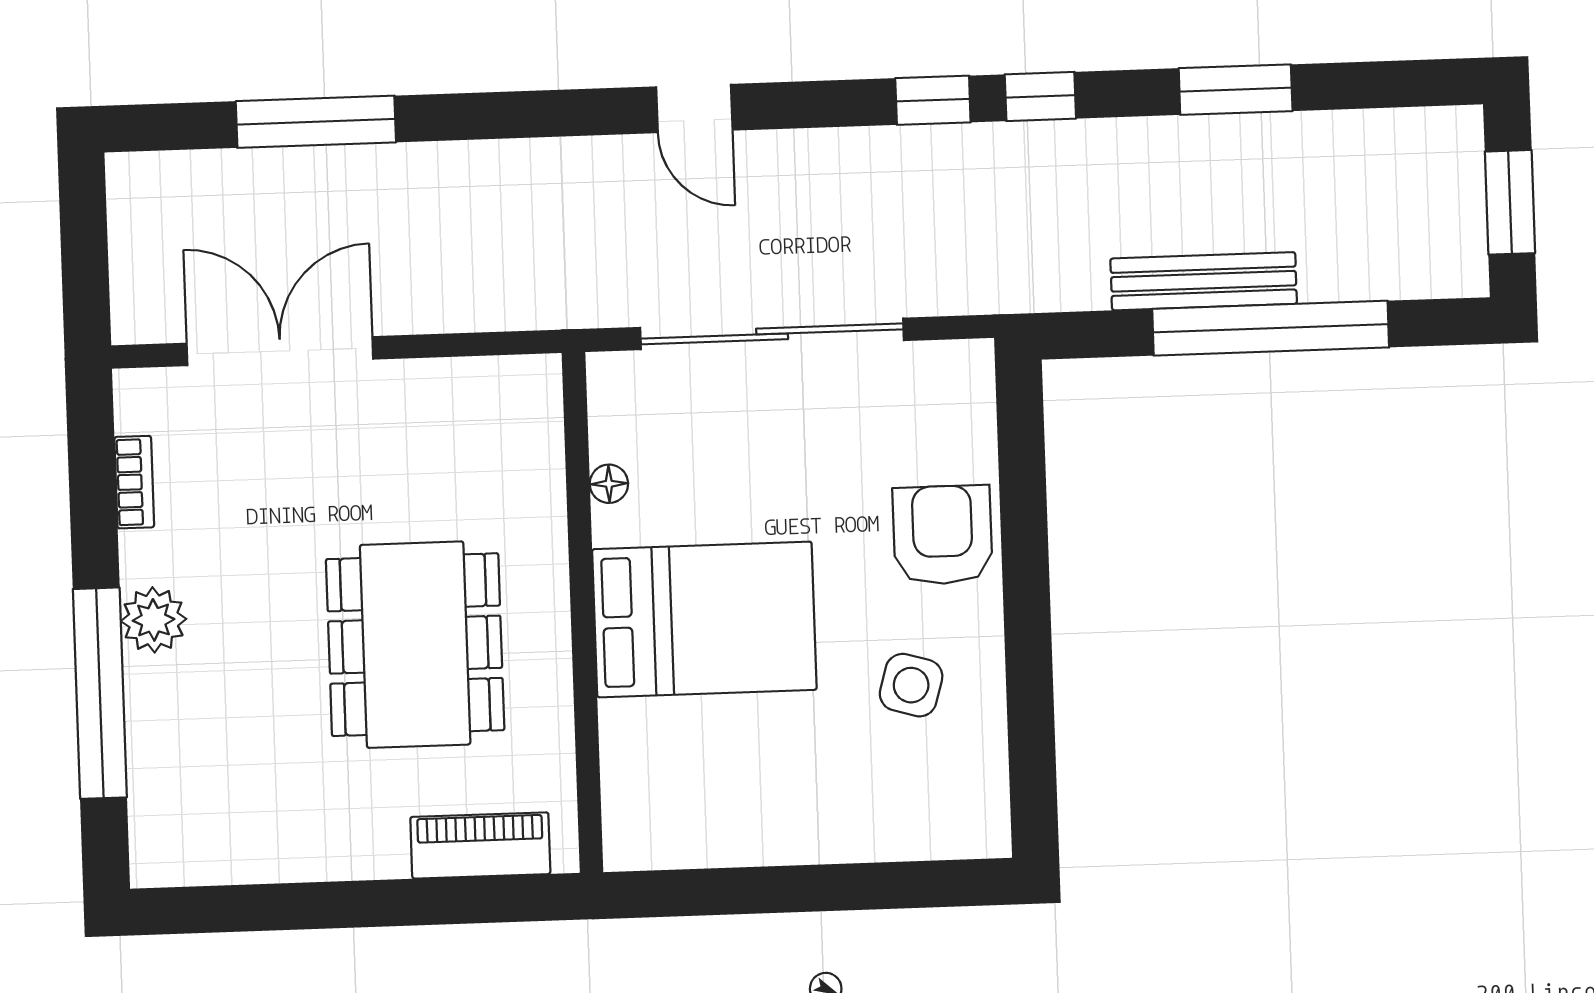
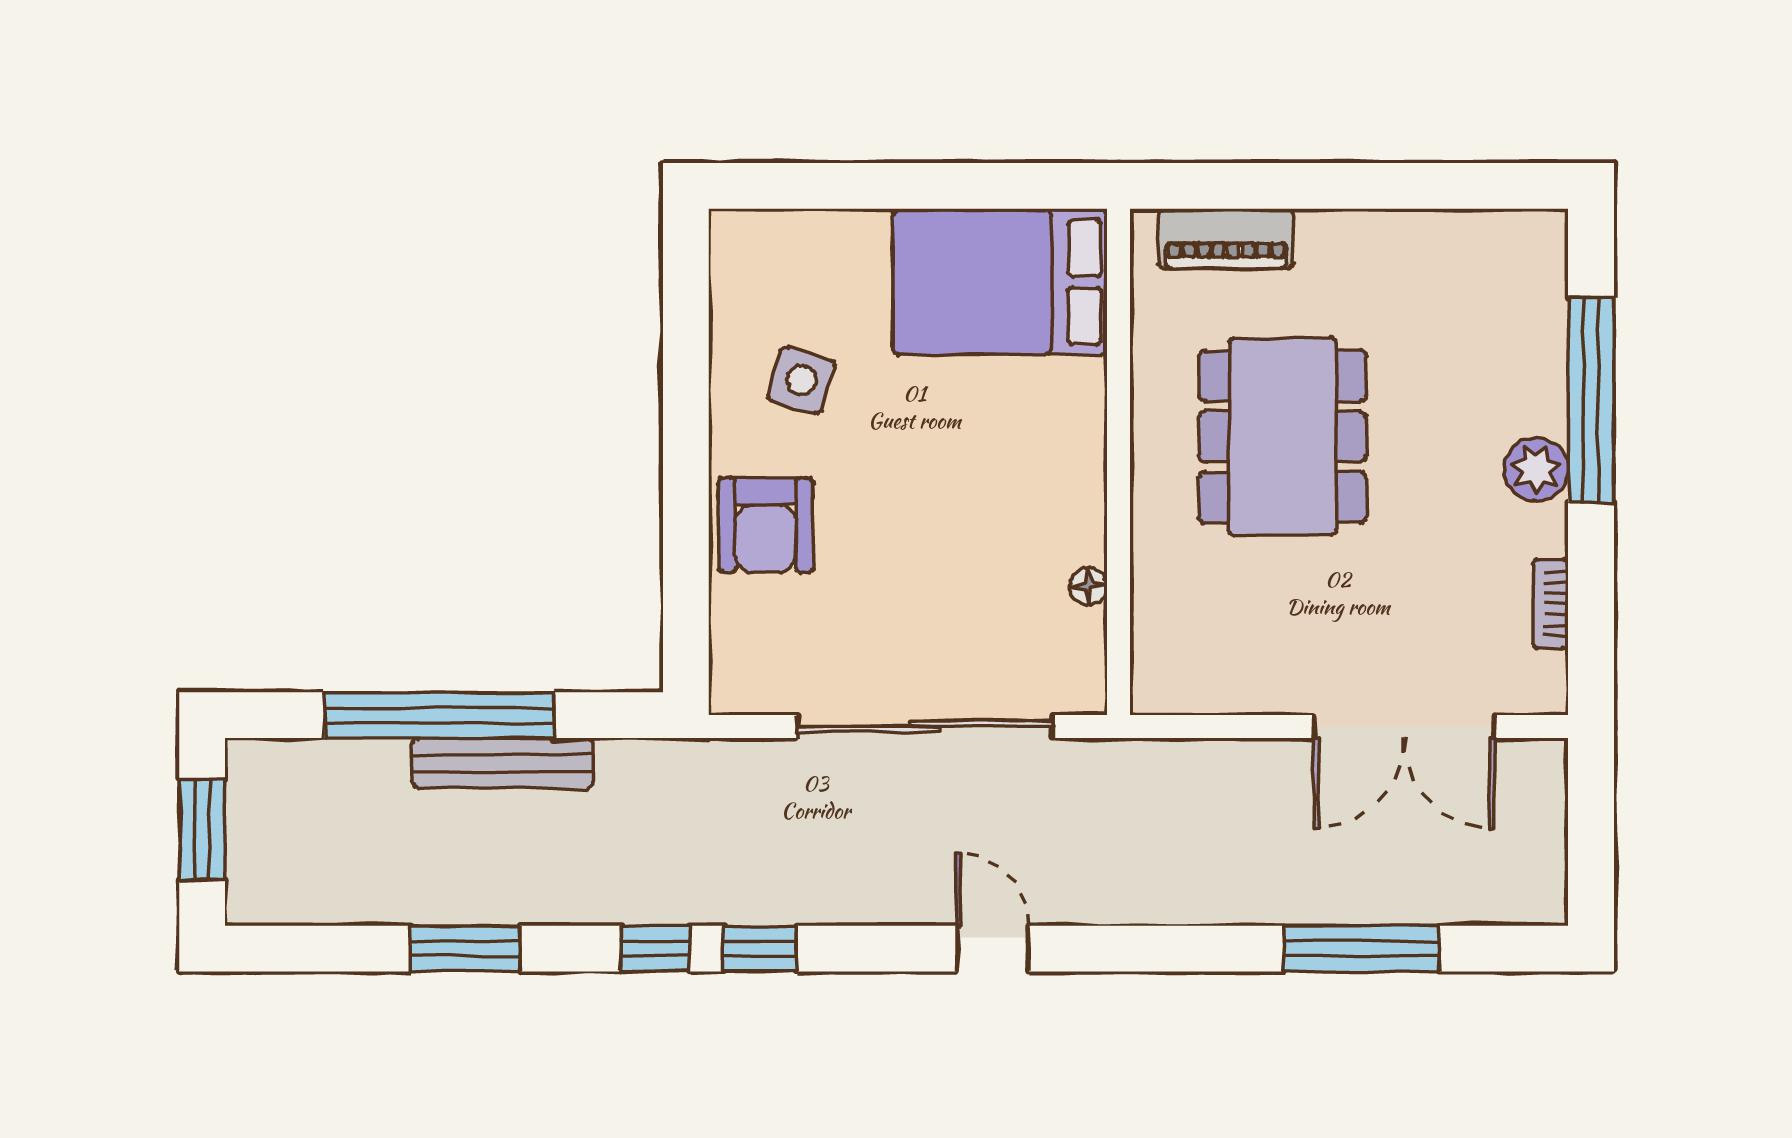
bed: (704, 619) -> (1000, 282), moved

